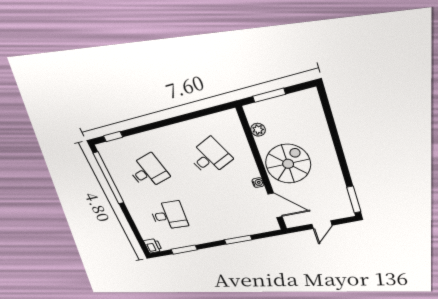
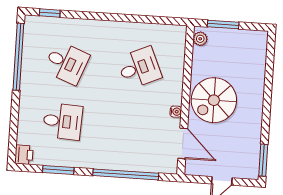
plant: (258, 130) -> (200, 39), moved
spiral stairs: (288, 164) -> (214, 100), turned 180
desk: (148, 172) -> (66, 63), turned 36
window: (238, 240) -> (126, 174), width x2.11

